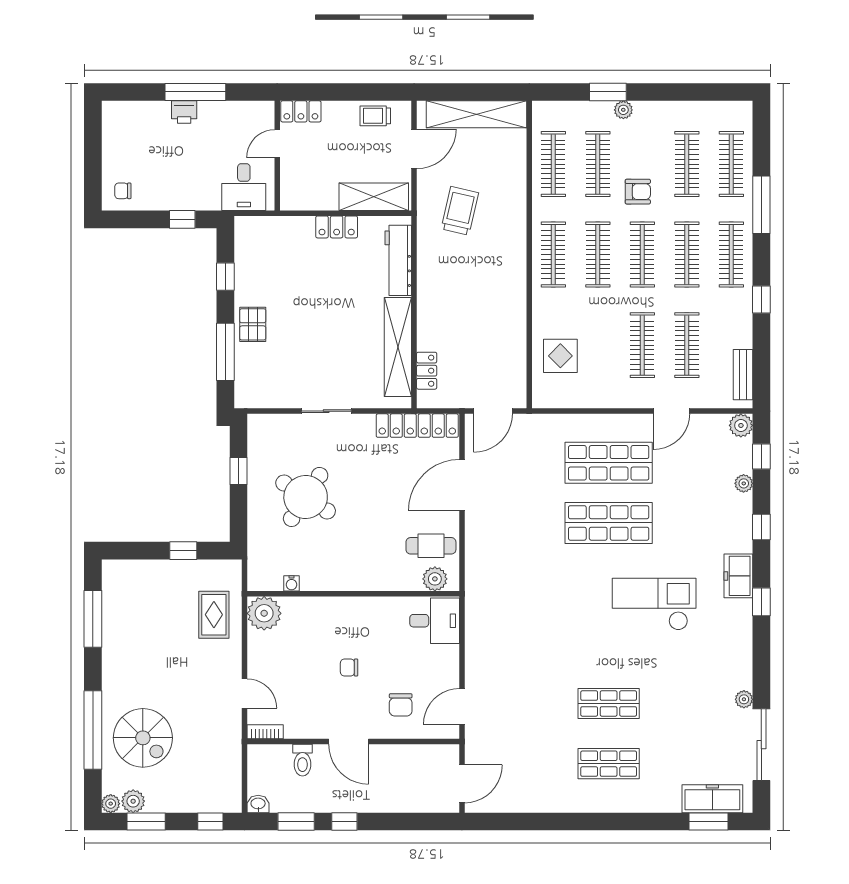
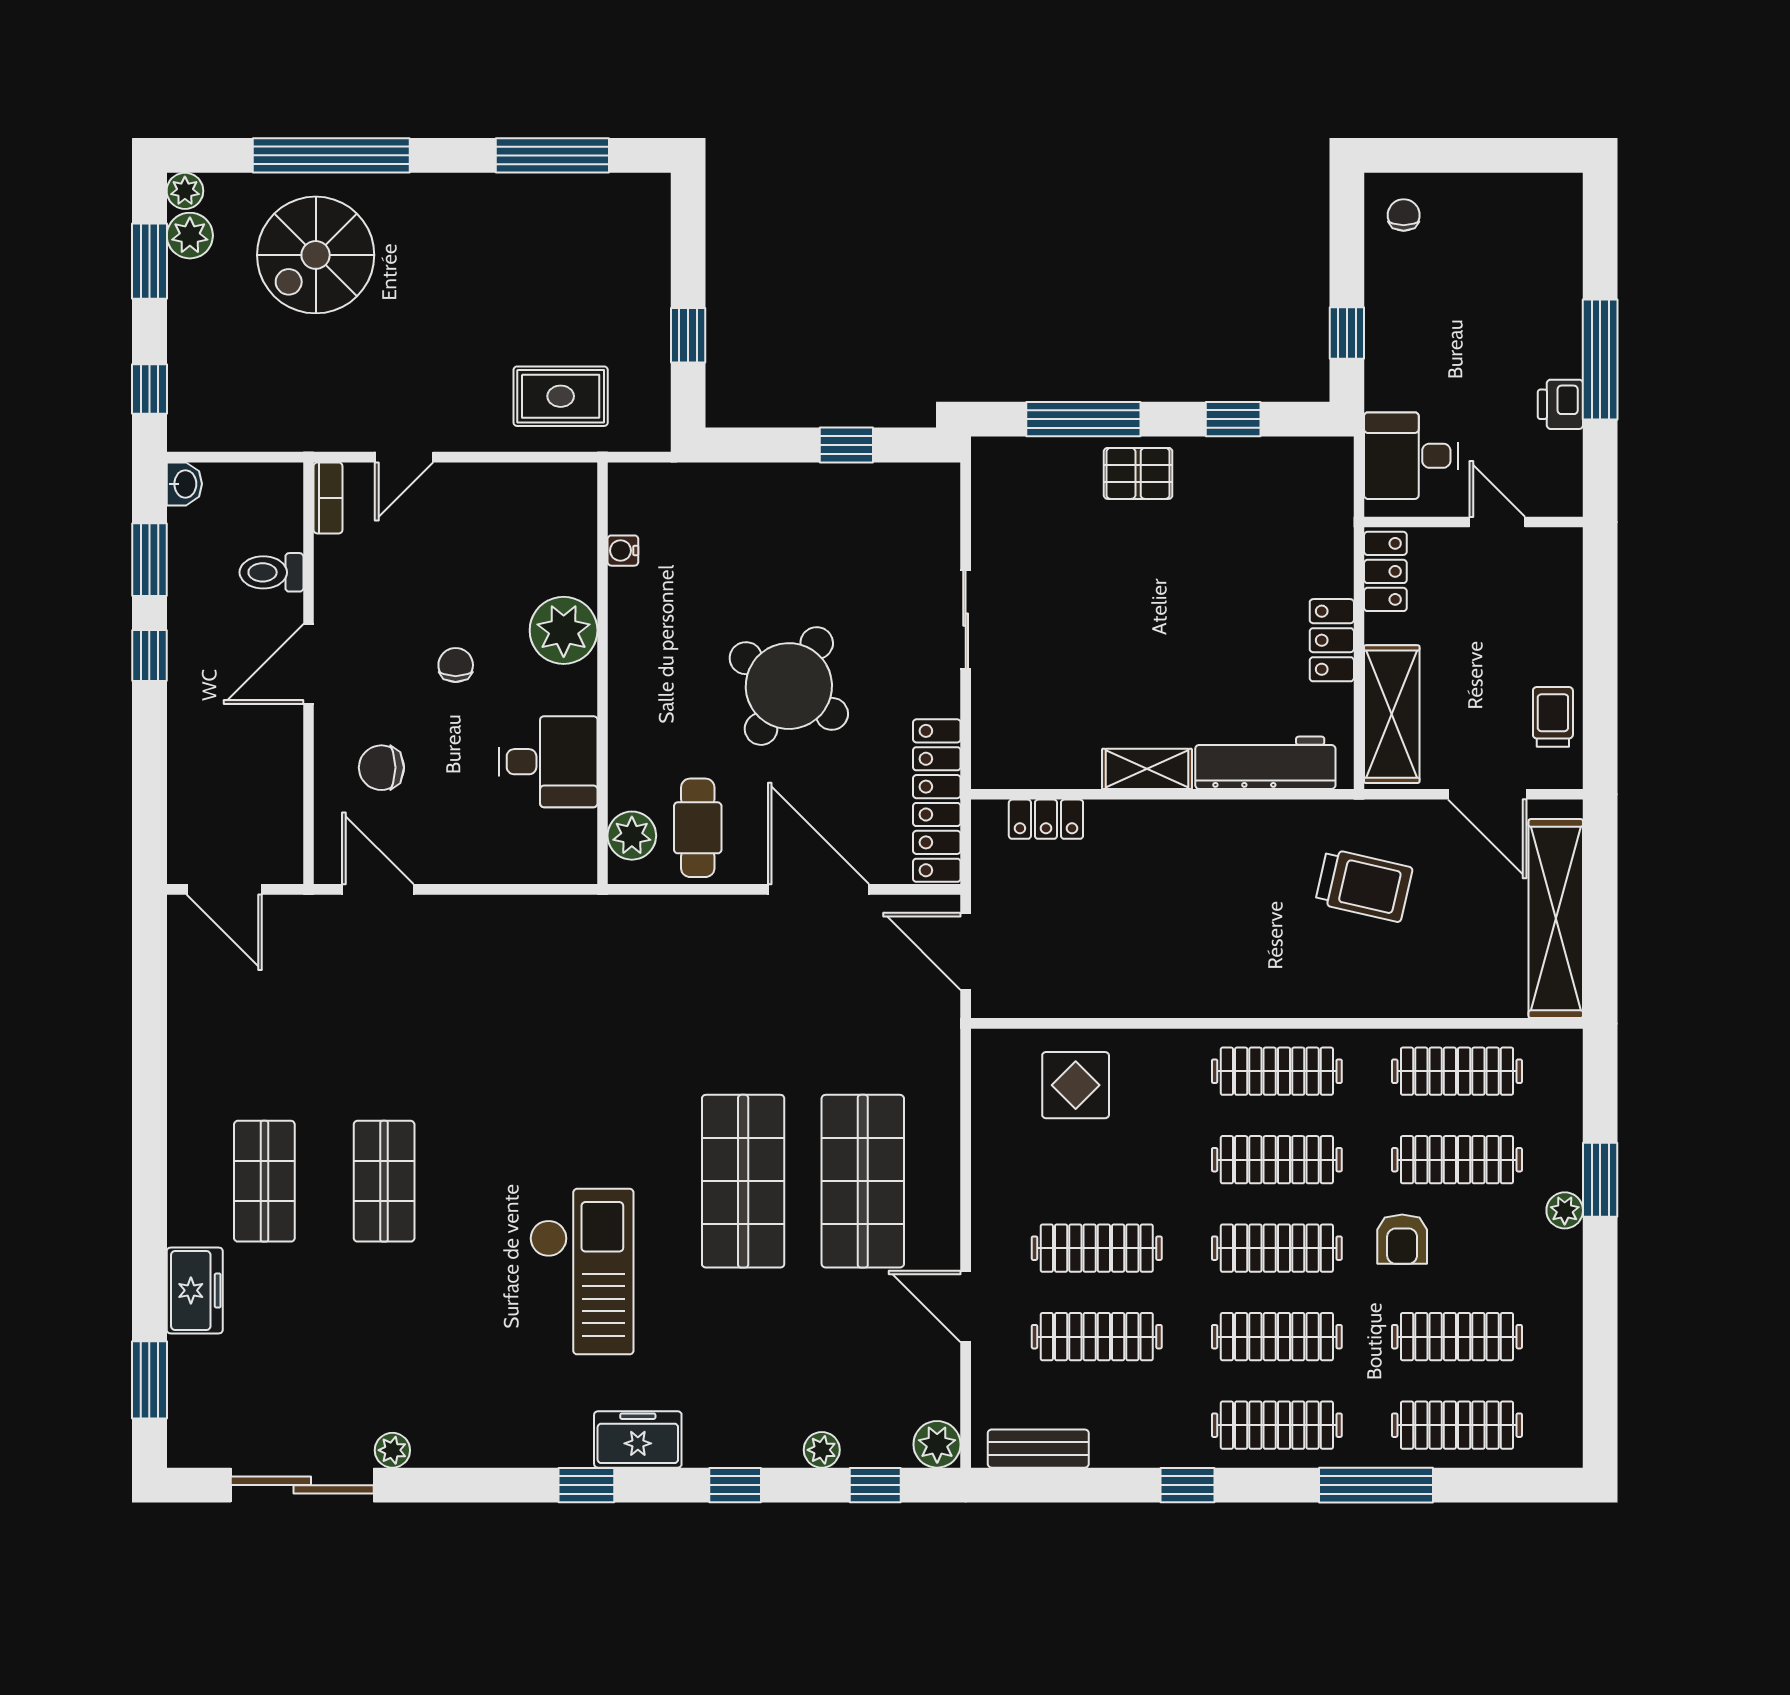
locker: (301, 111) -> (1385, 571), moved, turned 180
printer: (184, 112) -> (1560, 404), moved
shelving: (398, 347) -> (1147, 769), width x0.45, depth x0.75
round table: (306, 497) -> (789, 686), moved
plant: (264, 613) -> (564, 630), moved
desk: (435, 621) -> (548, 762), moved, turned -90
freezer: (712, 799) -> (195, 1290), moved, width x0.71

